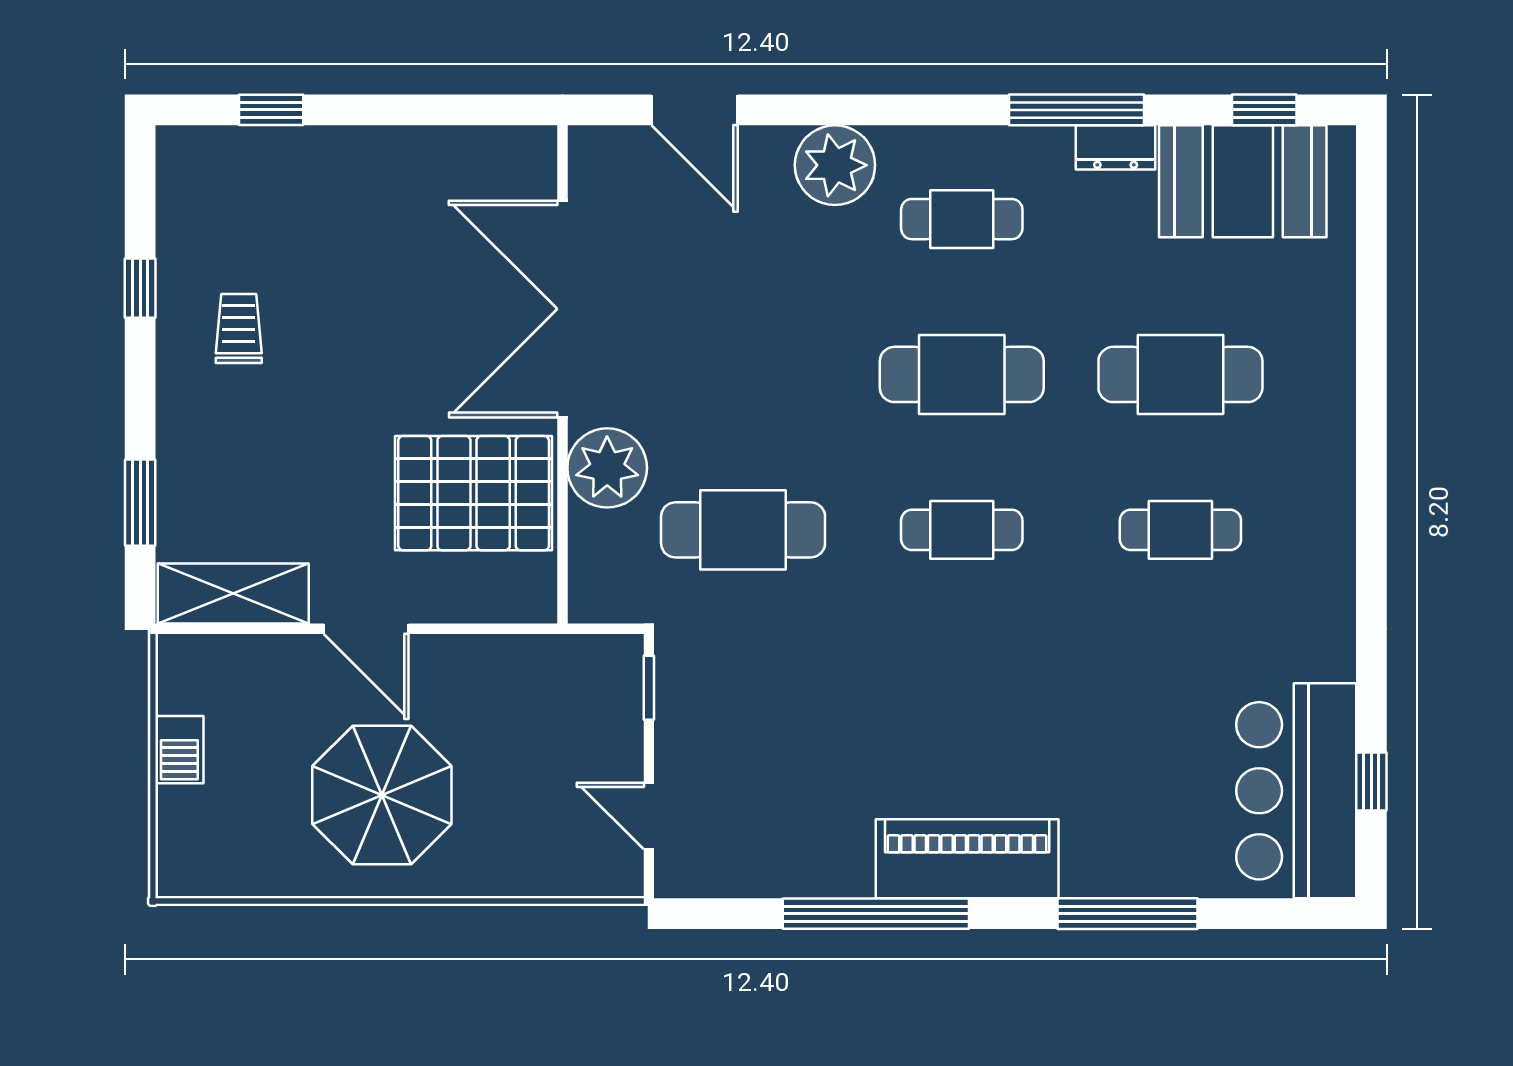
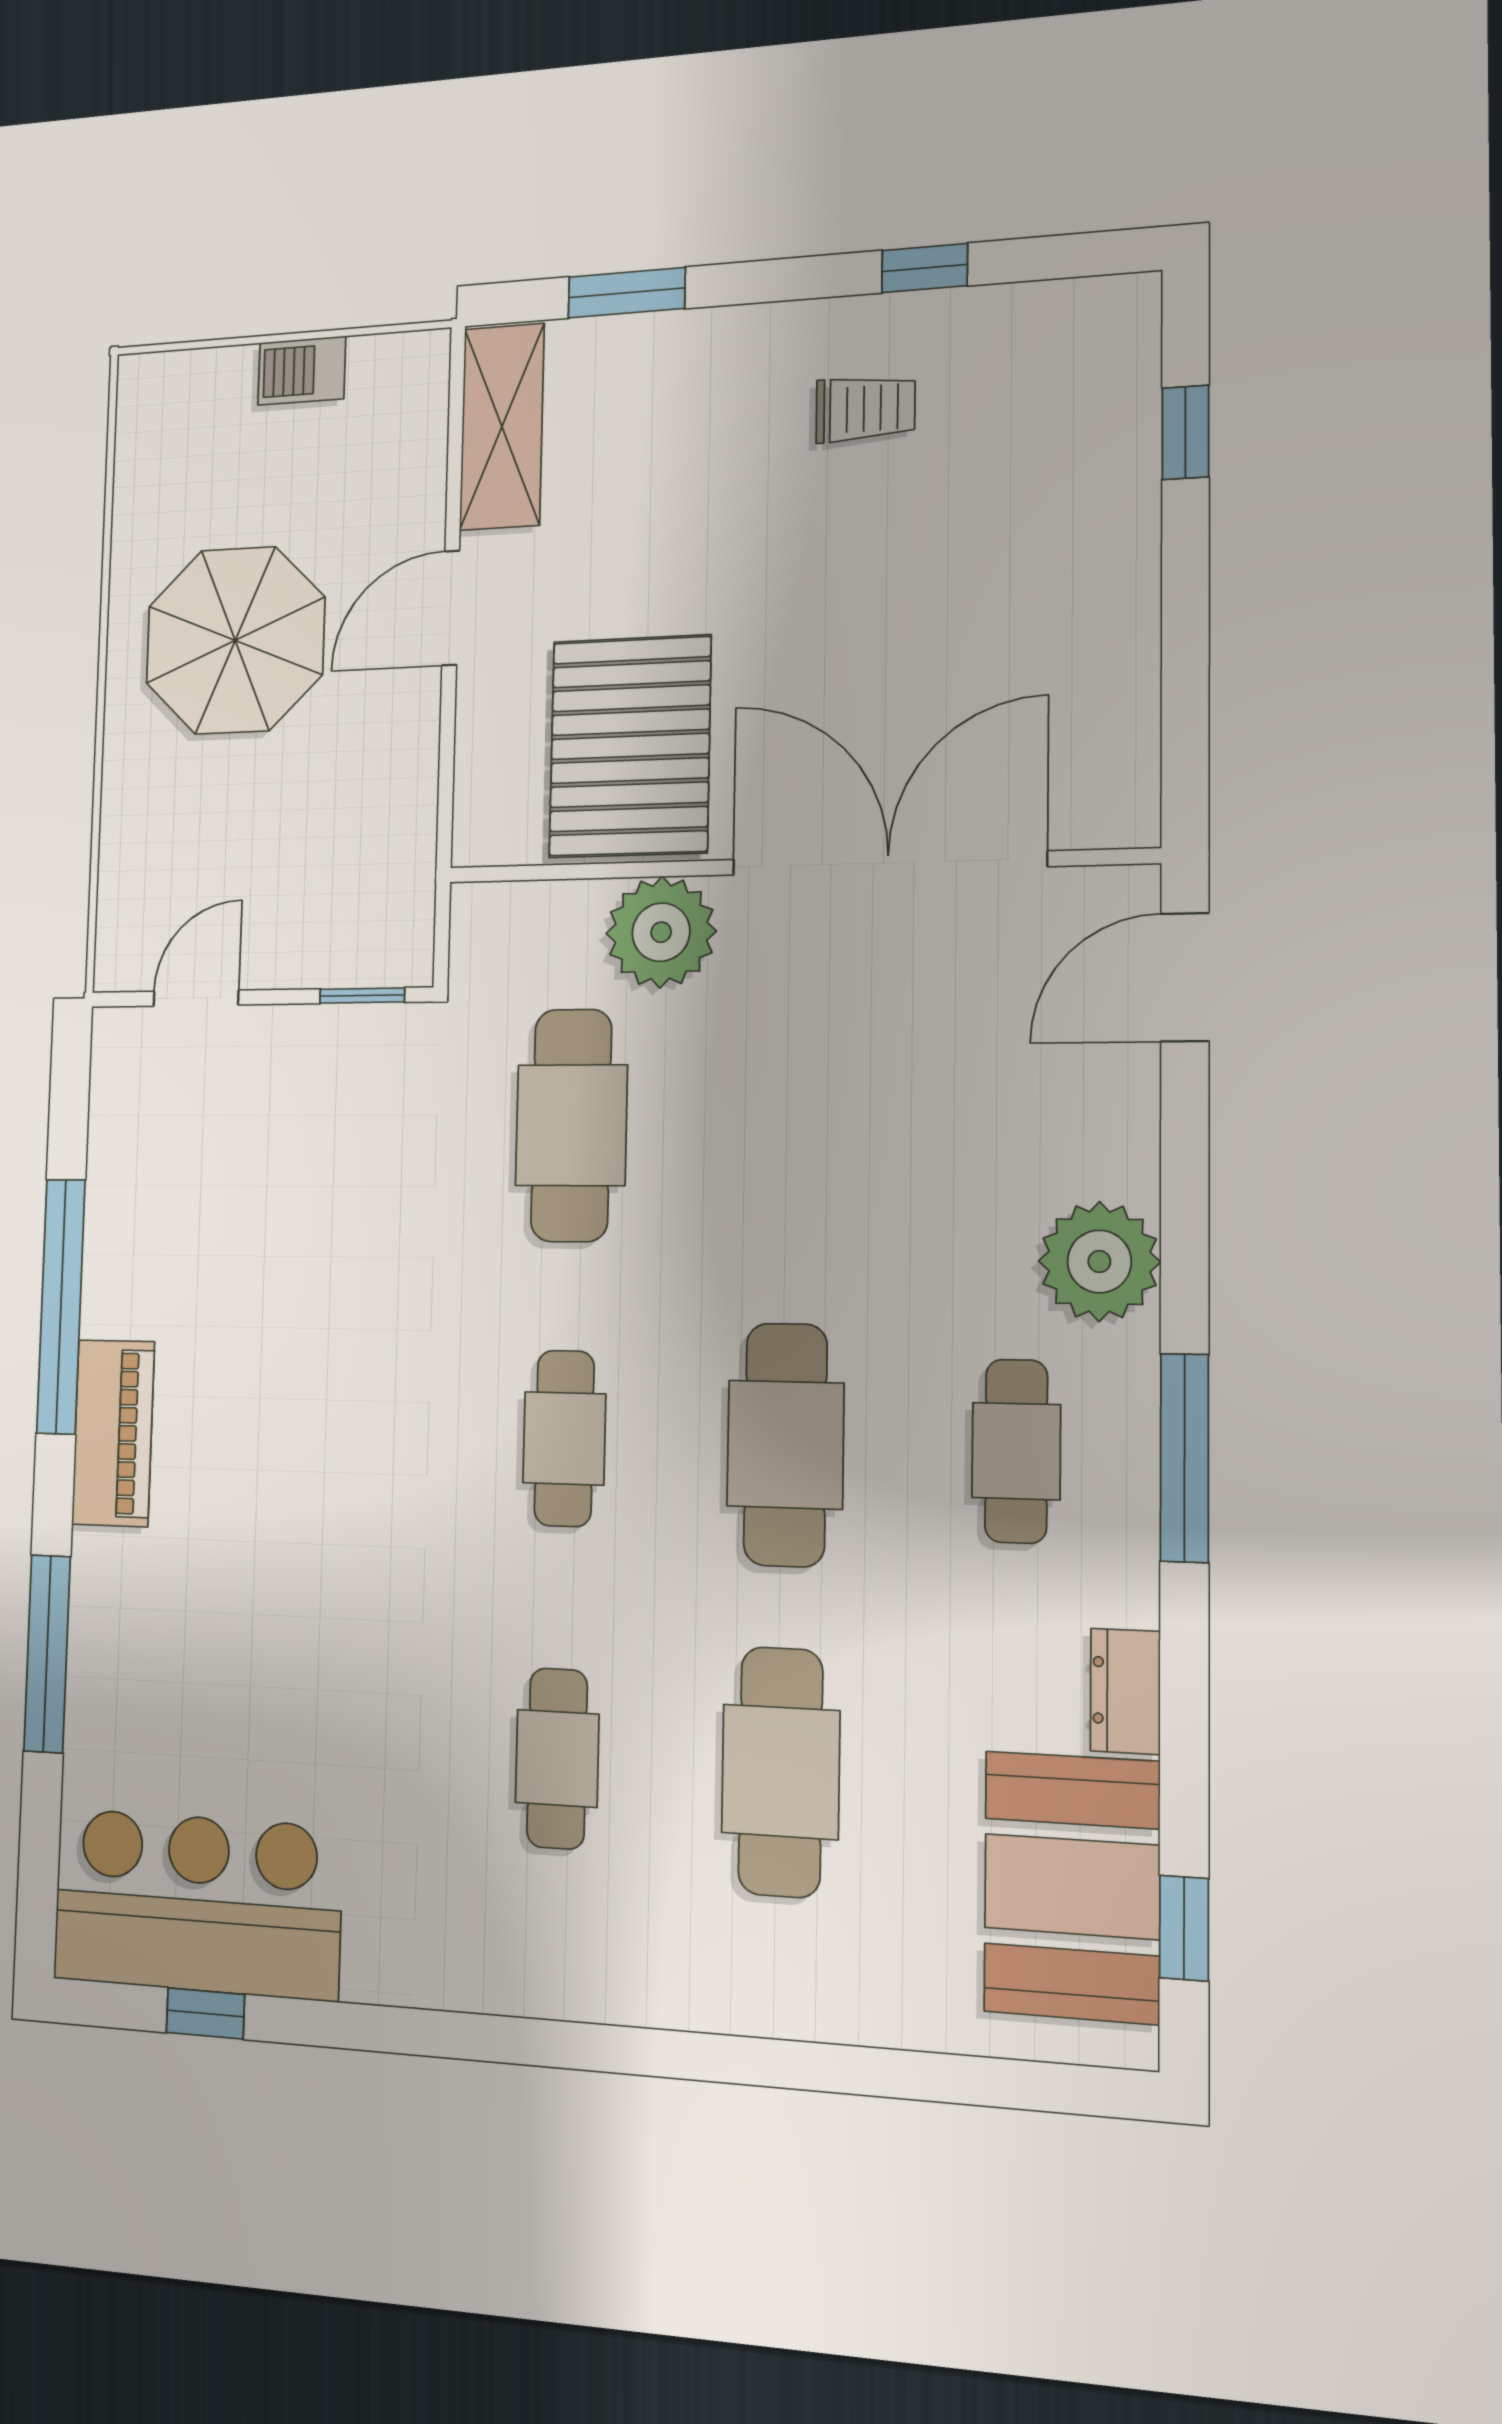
door: (695, 110) -> (1185, 977), moved
window: (1077, 110) -> (1184, 1458), moved
piano: (967, 859) -> (113, 1433), width x0.73, depth x0.75

